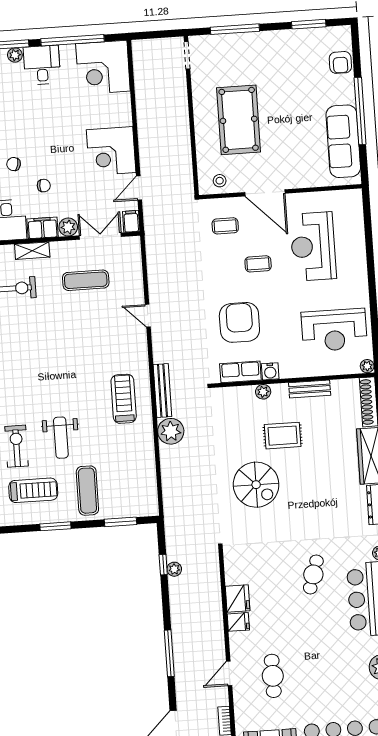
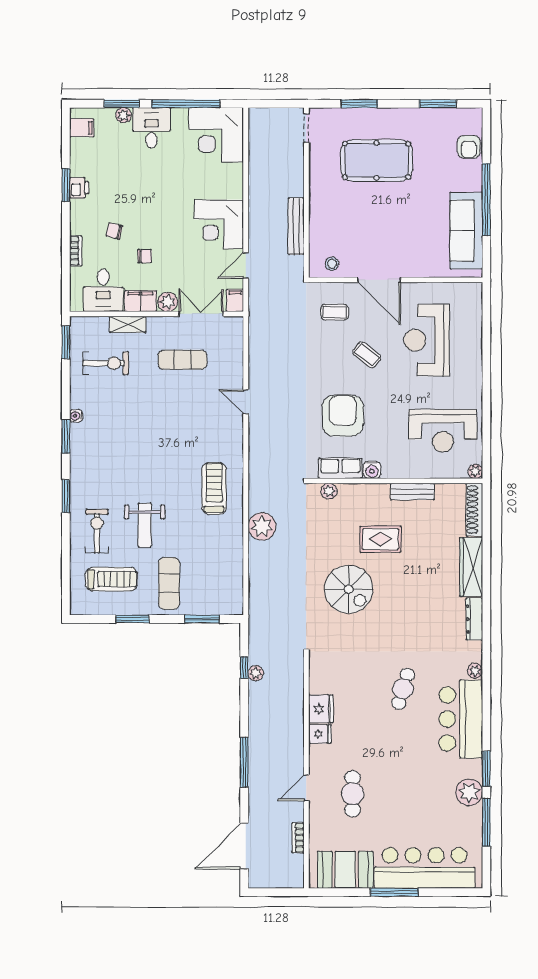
window: (235, 29) -> (359, 104), width x0.69
pool table: (239, 120) -> (377, 160), moved, turned 90
coffee table: (258, 264) -> (367, 355), turned 39
bench: (162, 391) -> (296, 226), moved
plant: (263, 392) -> (329, 491), moved

